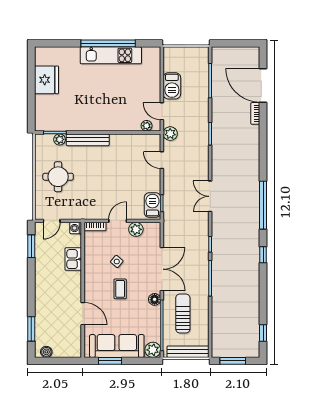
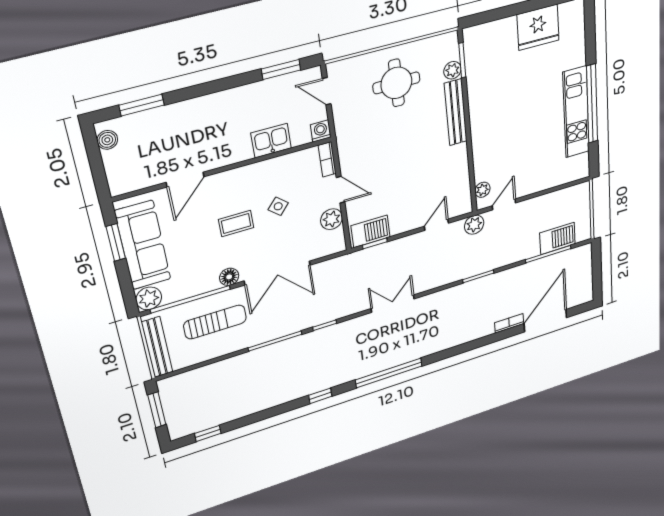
barbecue: (172, 86) -> (557, 238), moved, turned 180

